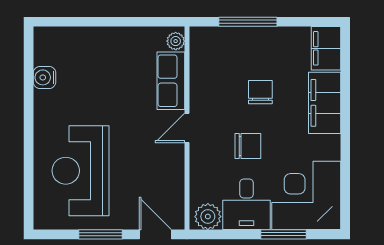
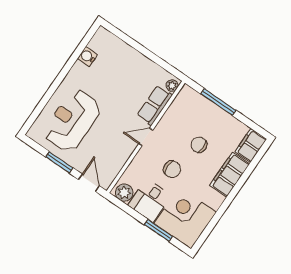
chair: (260, 92) -> (199, 145), turned -90

